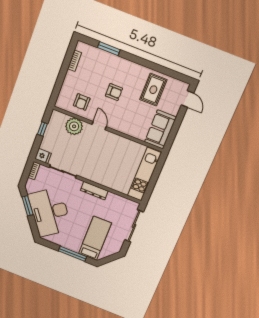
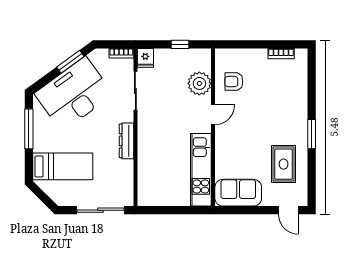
window: (109, 49) -> (312, 134), moved
rug: (153, 90) -> (284, 164), turned 90
armchair: (114, 92) -> (262, 117), removed
door: (187, 99) -> (288, 210), hinge flipped
kitchen unit: (144, 174) -> (201, 170), moved, turned -90
window: (72, 254) -> (29, 129), moved

